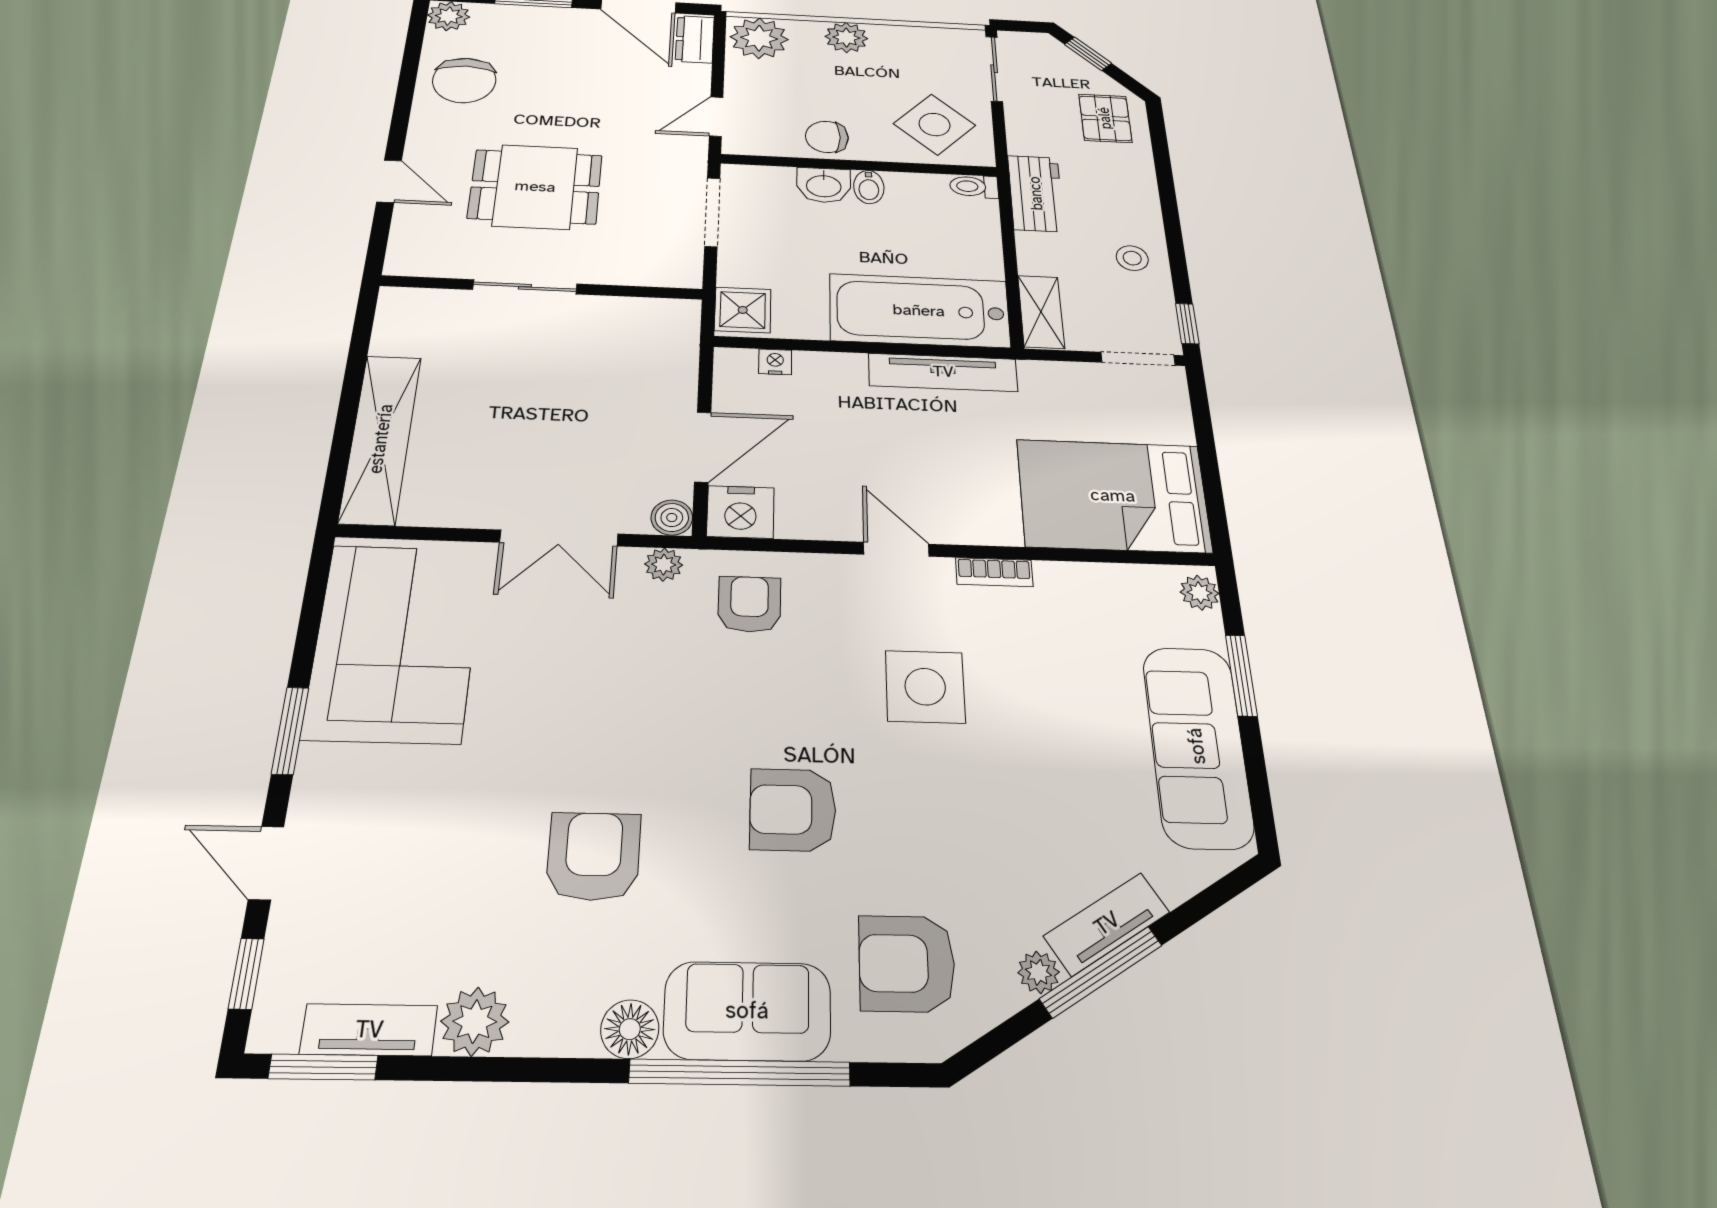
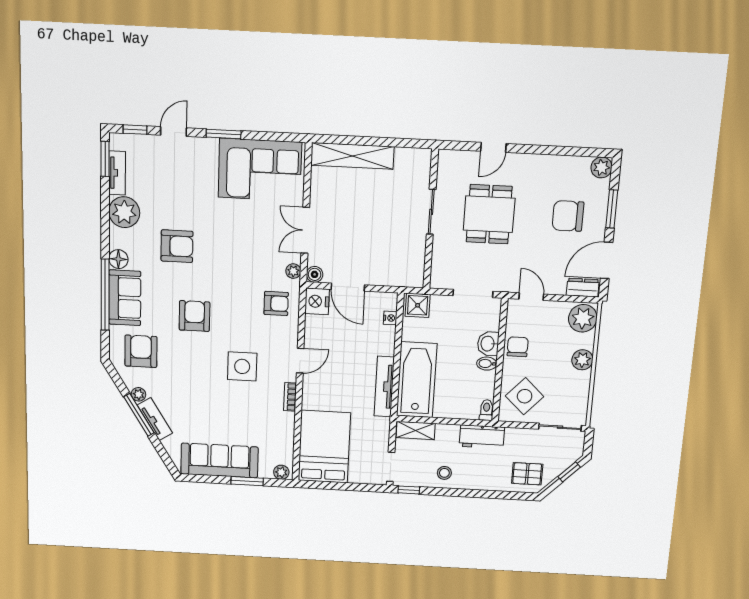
chair: (464, 80) -> (568, 216), moved
plant: (475, 1022) -> (124, 212), width x1.36, depth x1.36

